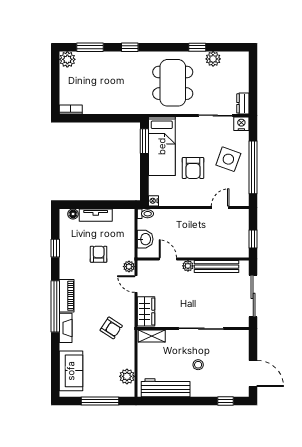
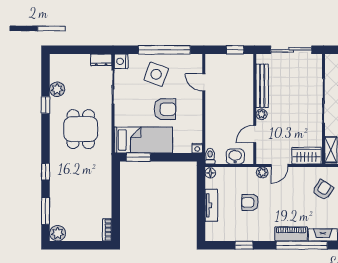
dining table: (173, 83) -> (81, 129), width x0.73
floor lamp: (73, 214) -> (210, 173), moved

